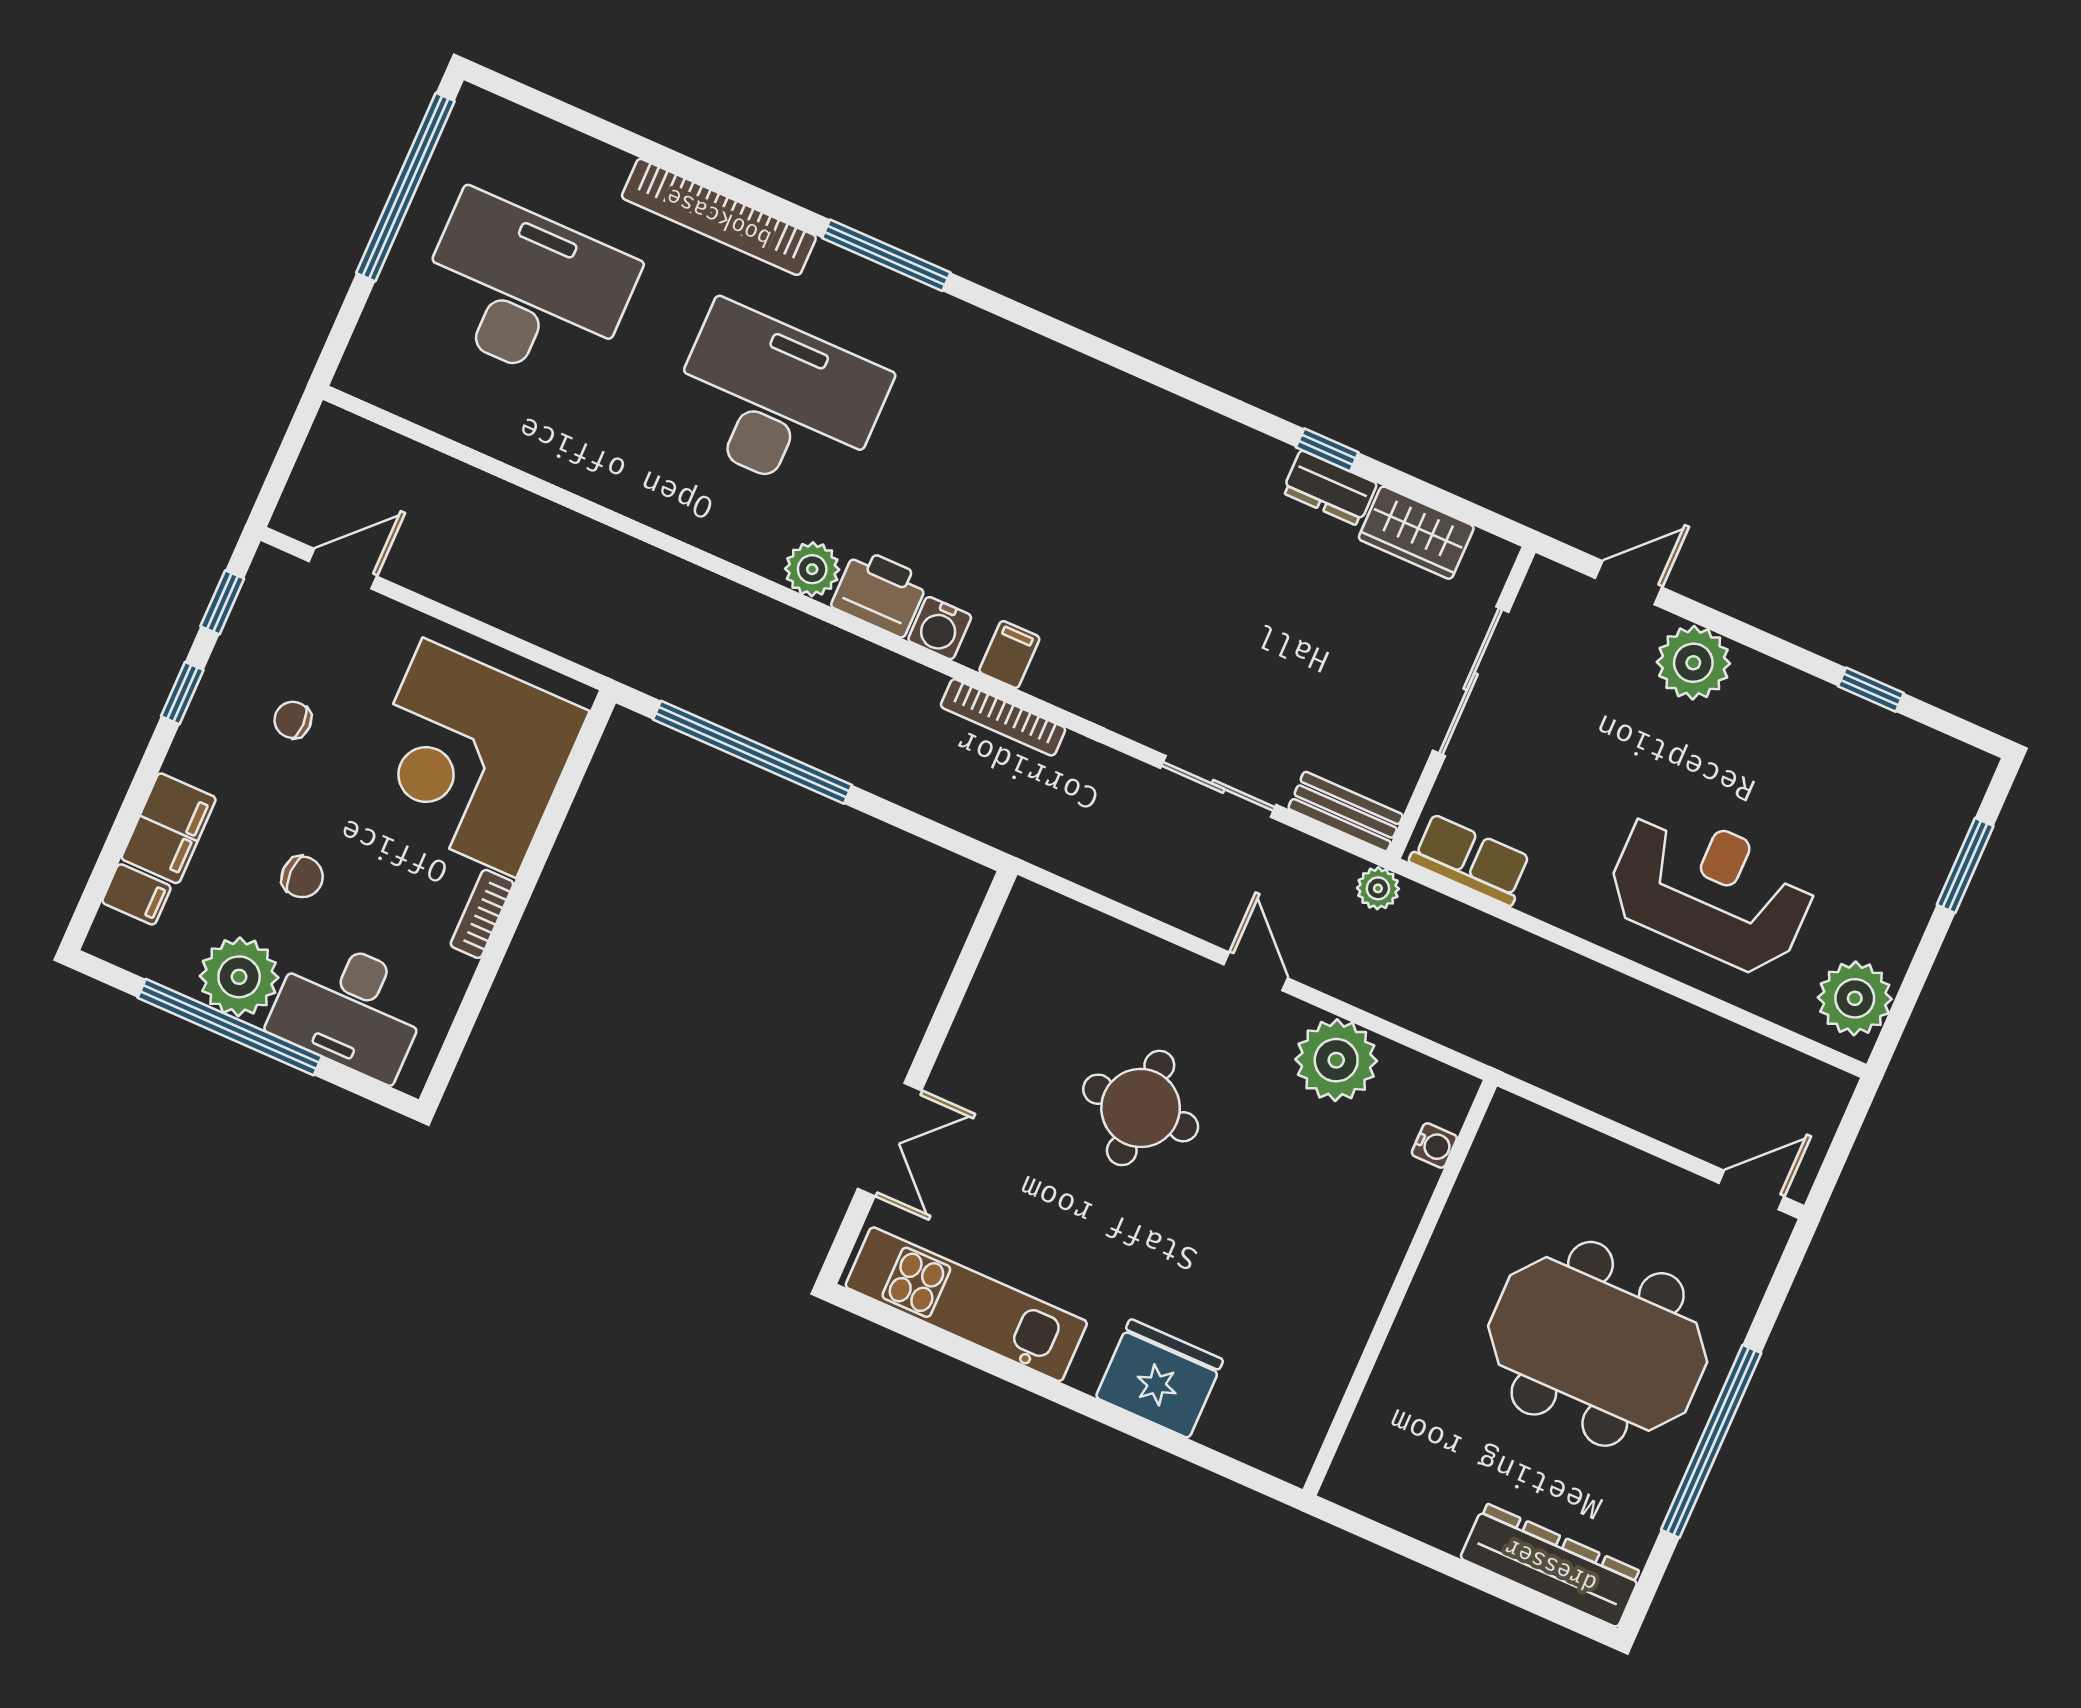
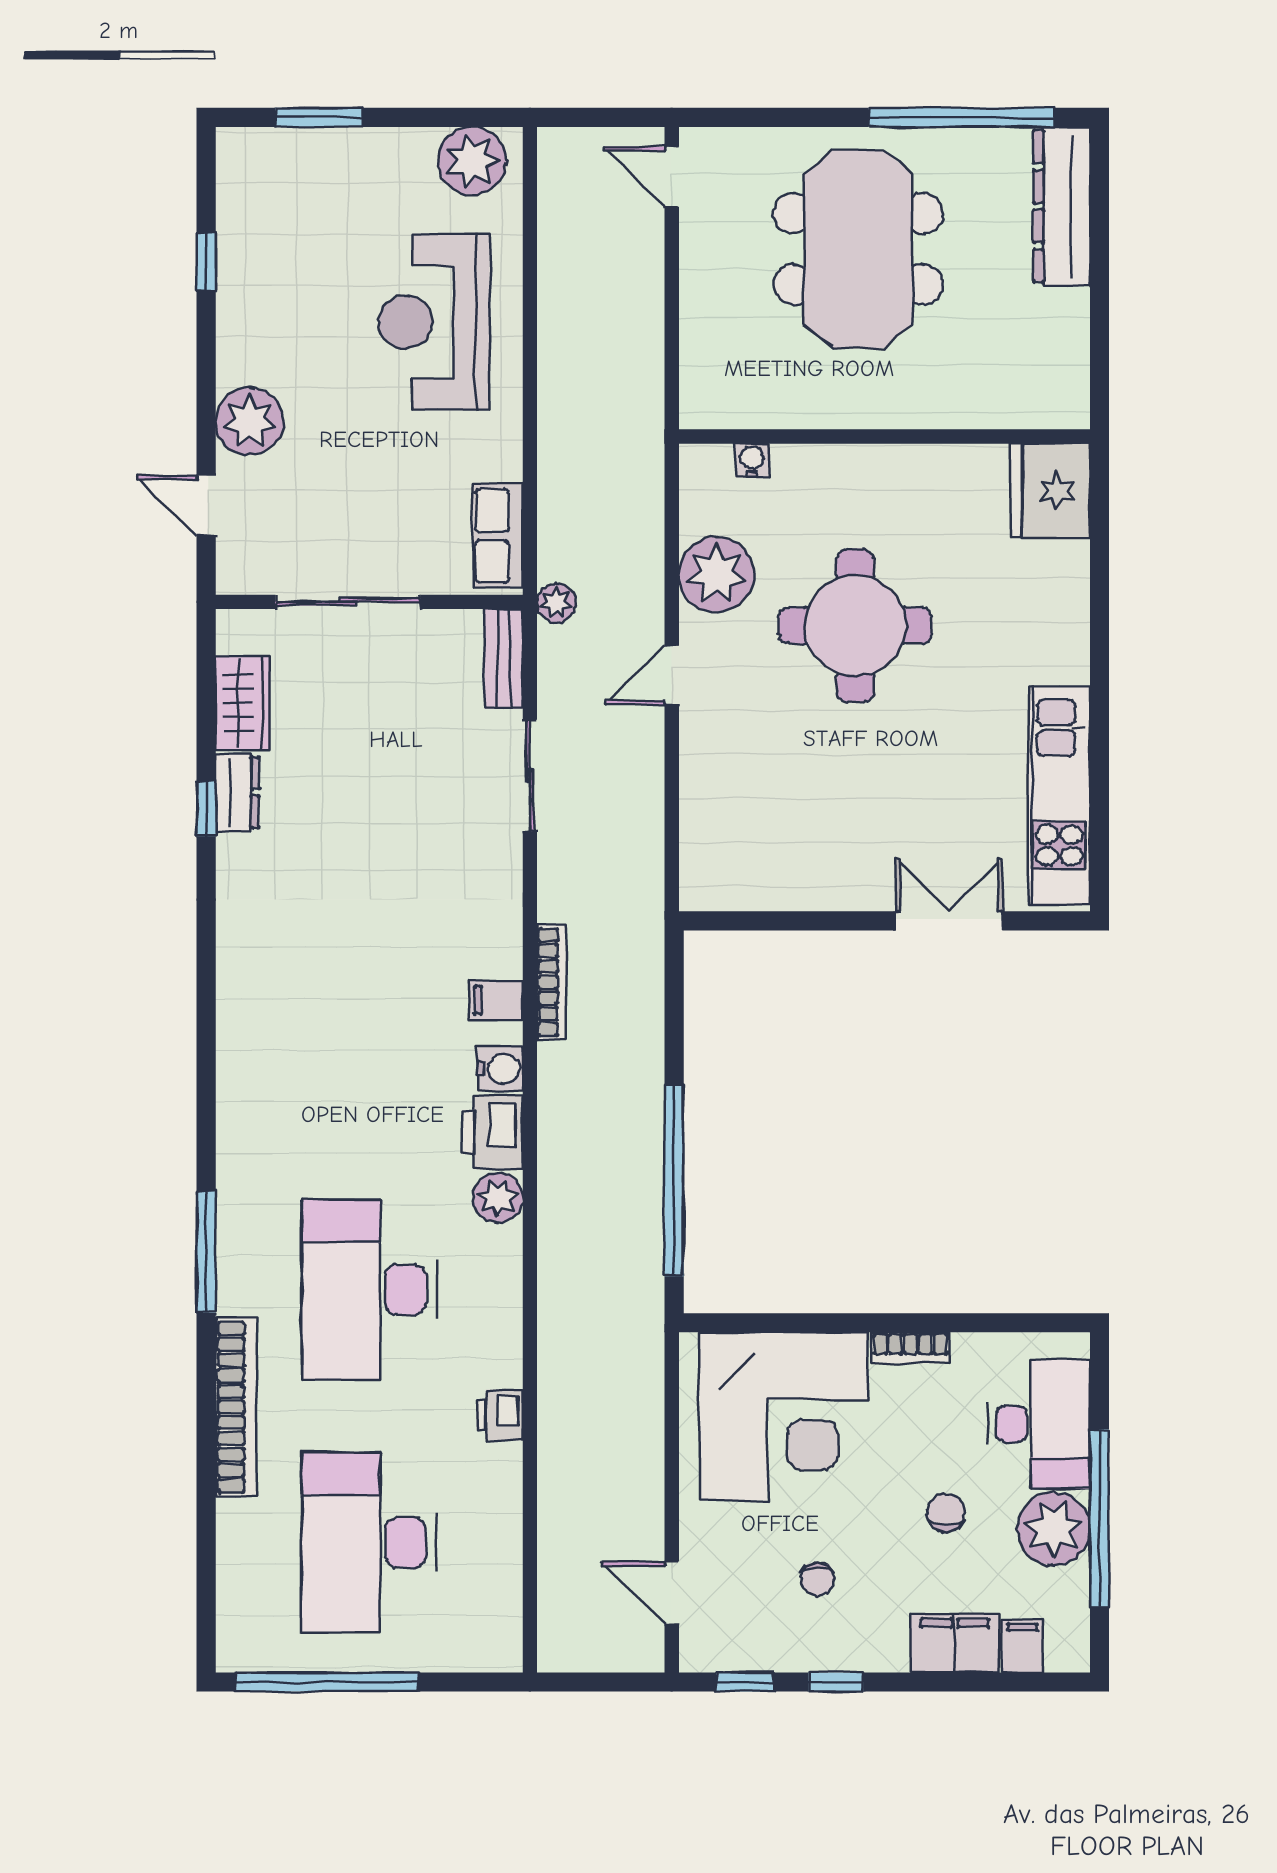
printer: (595, 476) -> (500, 1415), added
round table: (1141, 1108) -> (855, 626), moved, width x1.36, depth x1.36
fridge: (1159, 1379) -> (1050, 491), moved
window: (1711, 1441) -> (961, 117), moved

